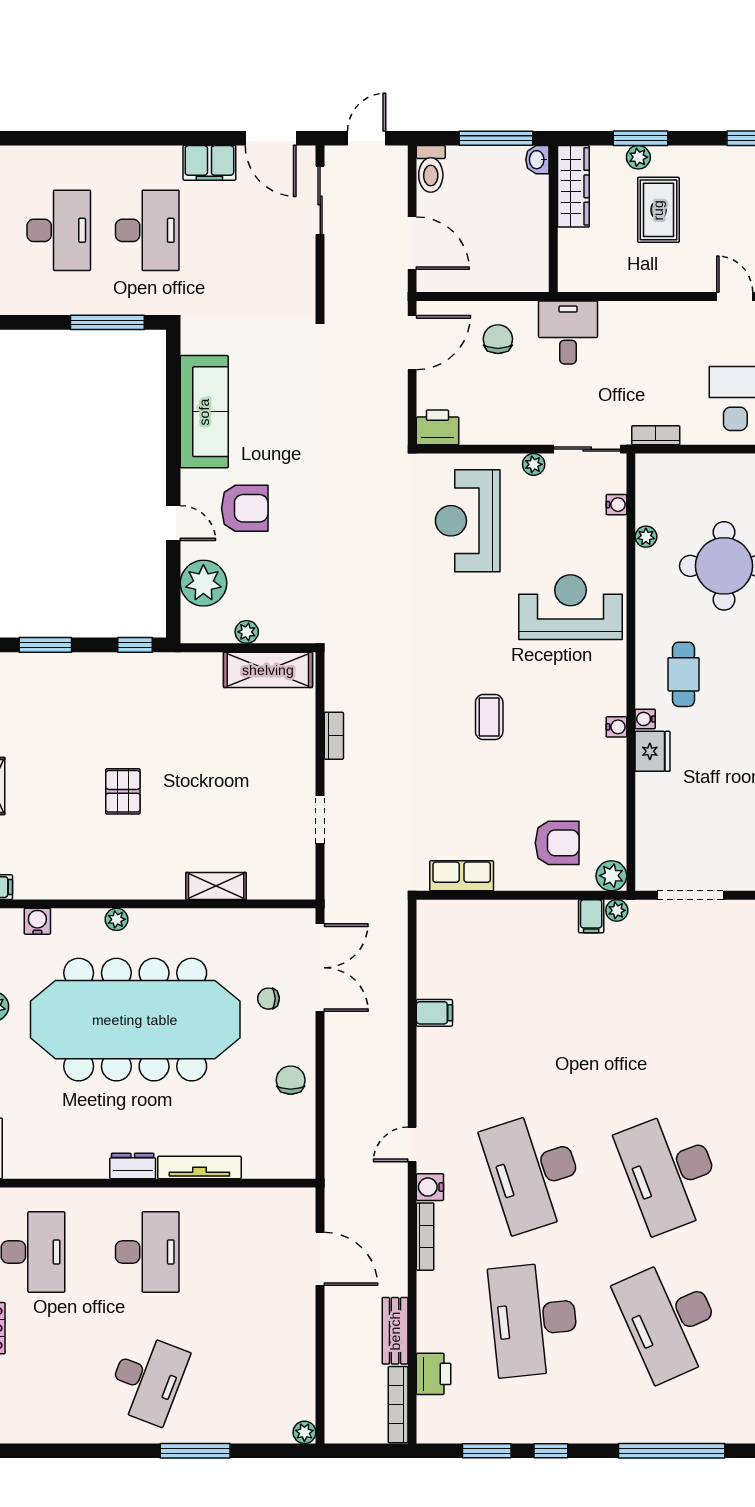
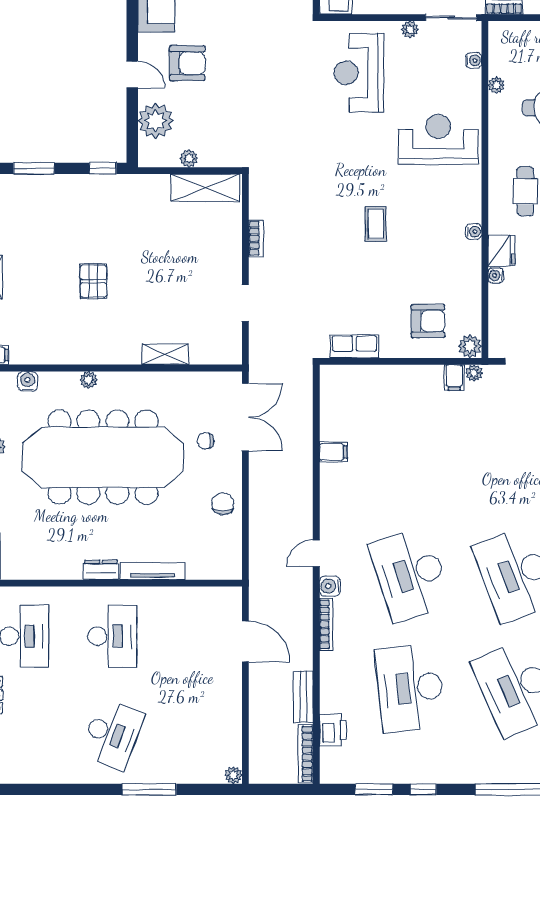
water cooler: (645, 719) -> (496, 275), moved

